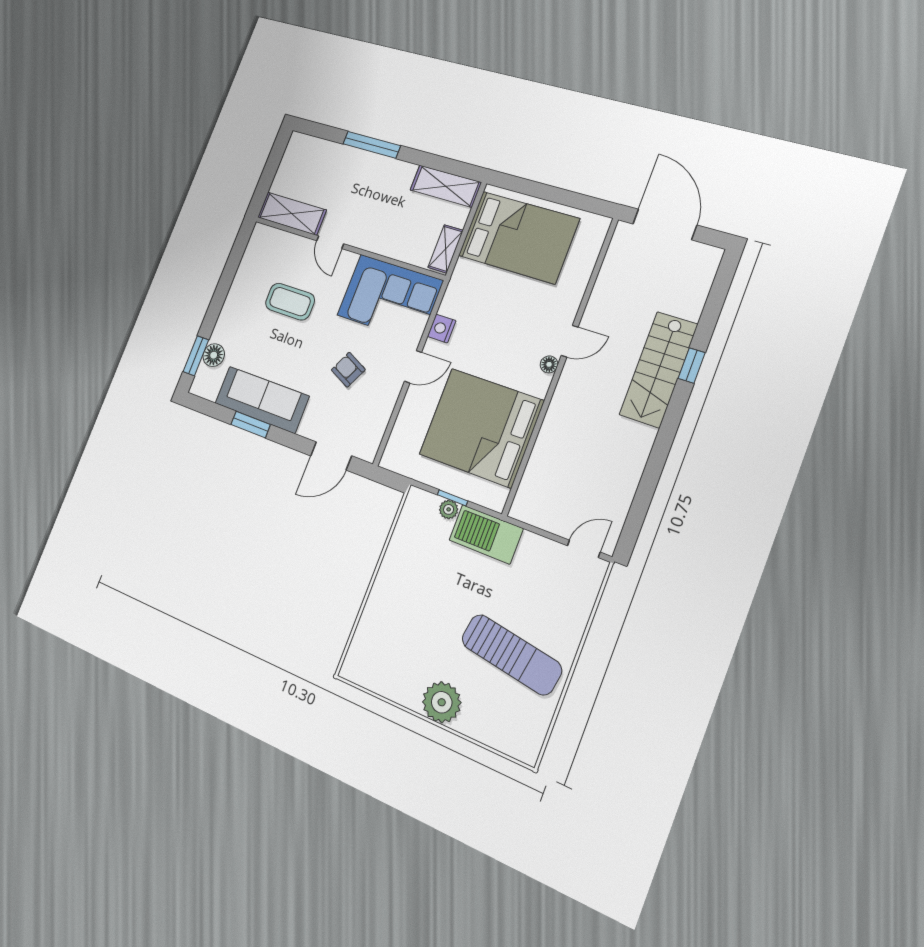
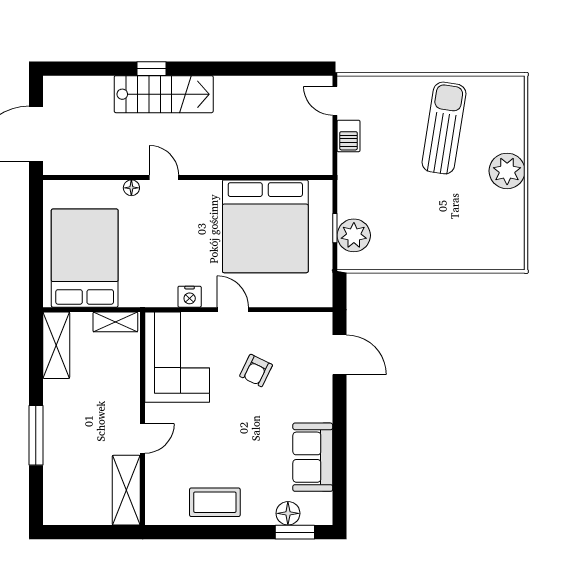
coffee table: (290, 302) -> (215, 502), moved, turned 90
floor lamp: (549, 364) -> (131, 188), moved
sofa: (262, 400) -> (313, 457), width x0.73
window: (251, 425) -> (340, 446), removed
plant: (449, 509) -> (354, 235), width x1.88, depth x1.88
barbecue: (486, 534) -> (349, 136), moved, width x0.53, depth x0.65

